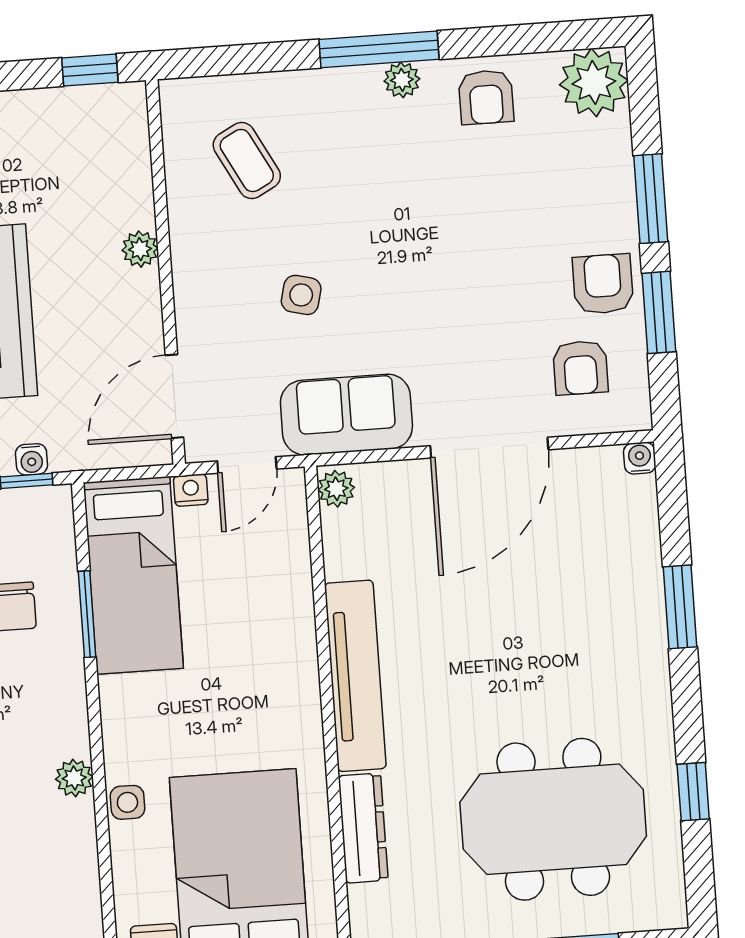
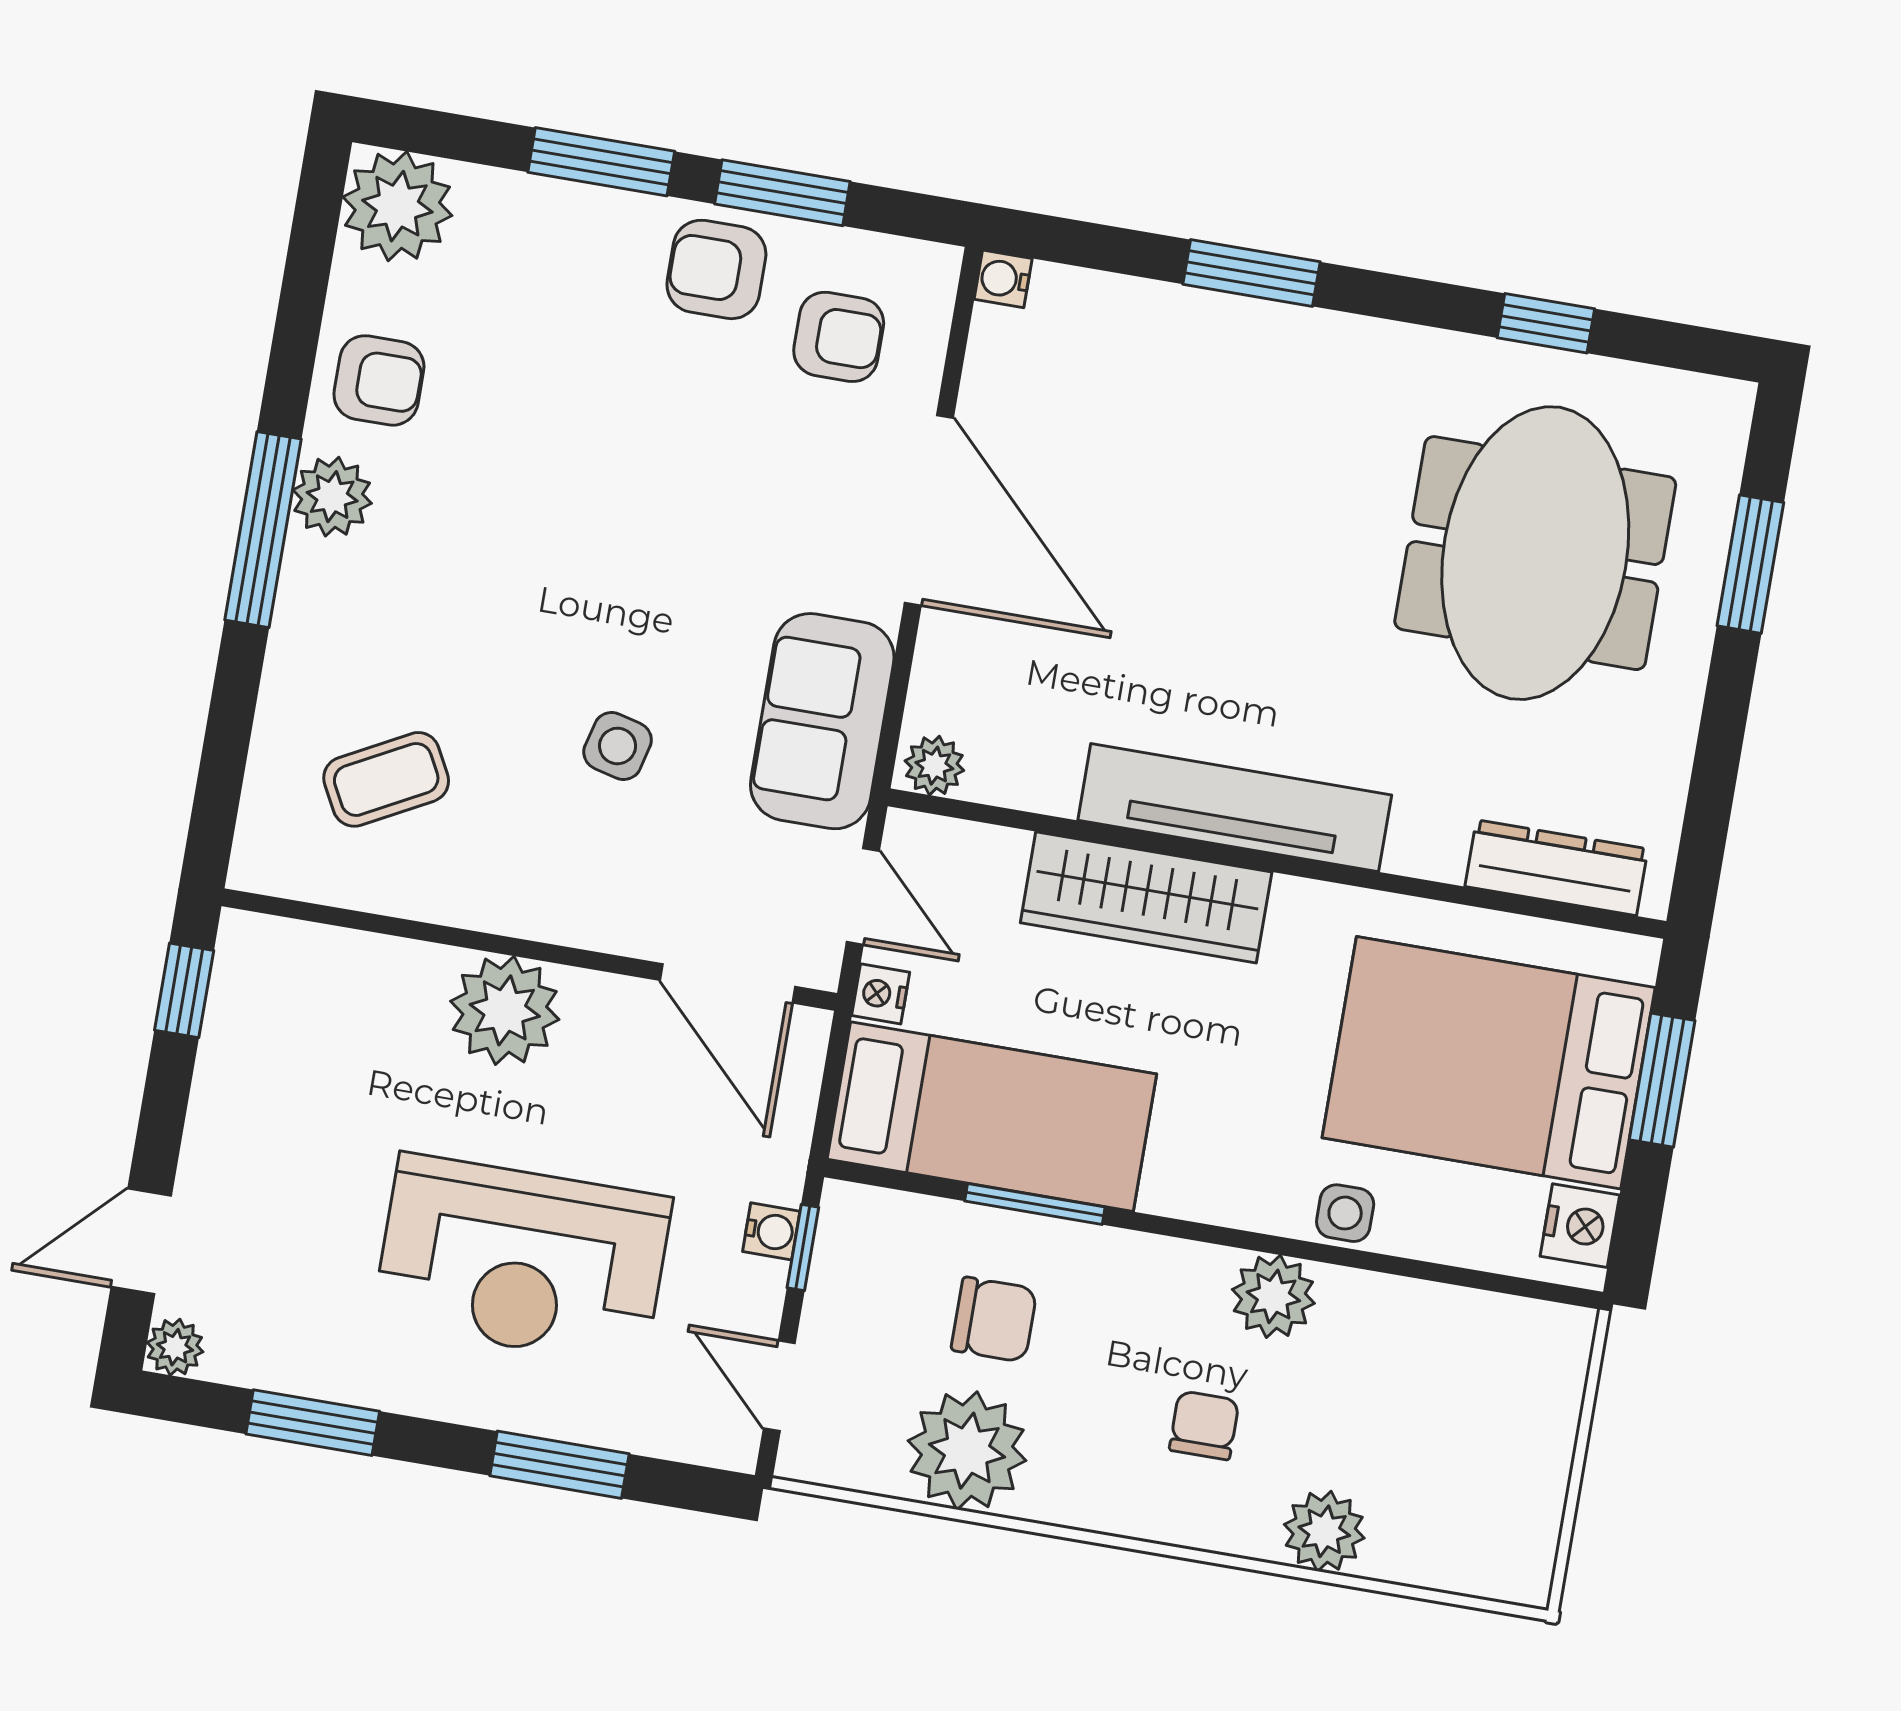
plant: (402, 80) -> (332, 497), width x1.38, depth x1.38
plant: (140, 249) -> (505, 1010), width x1.88, depth x1.88
wardrobe: (288, 636) -> (1146, 897), added
plant: (74, 778) -> (1273, 1296), width x1.38, depth x1.38
dresser: (363, 828) -> (1556, 868), moved

